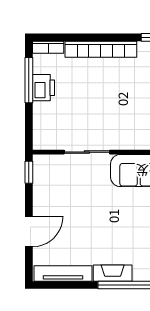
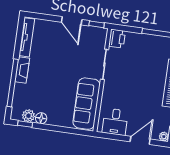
printer: (43, 88) -> (117, 39), moved, turned -90
door: (29, 231) -> (72, 21), moved

